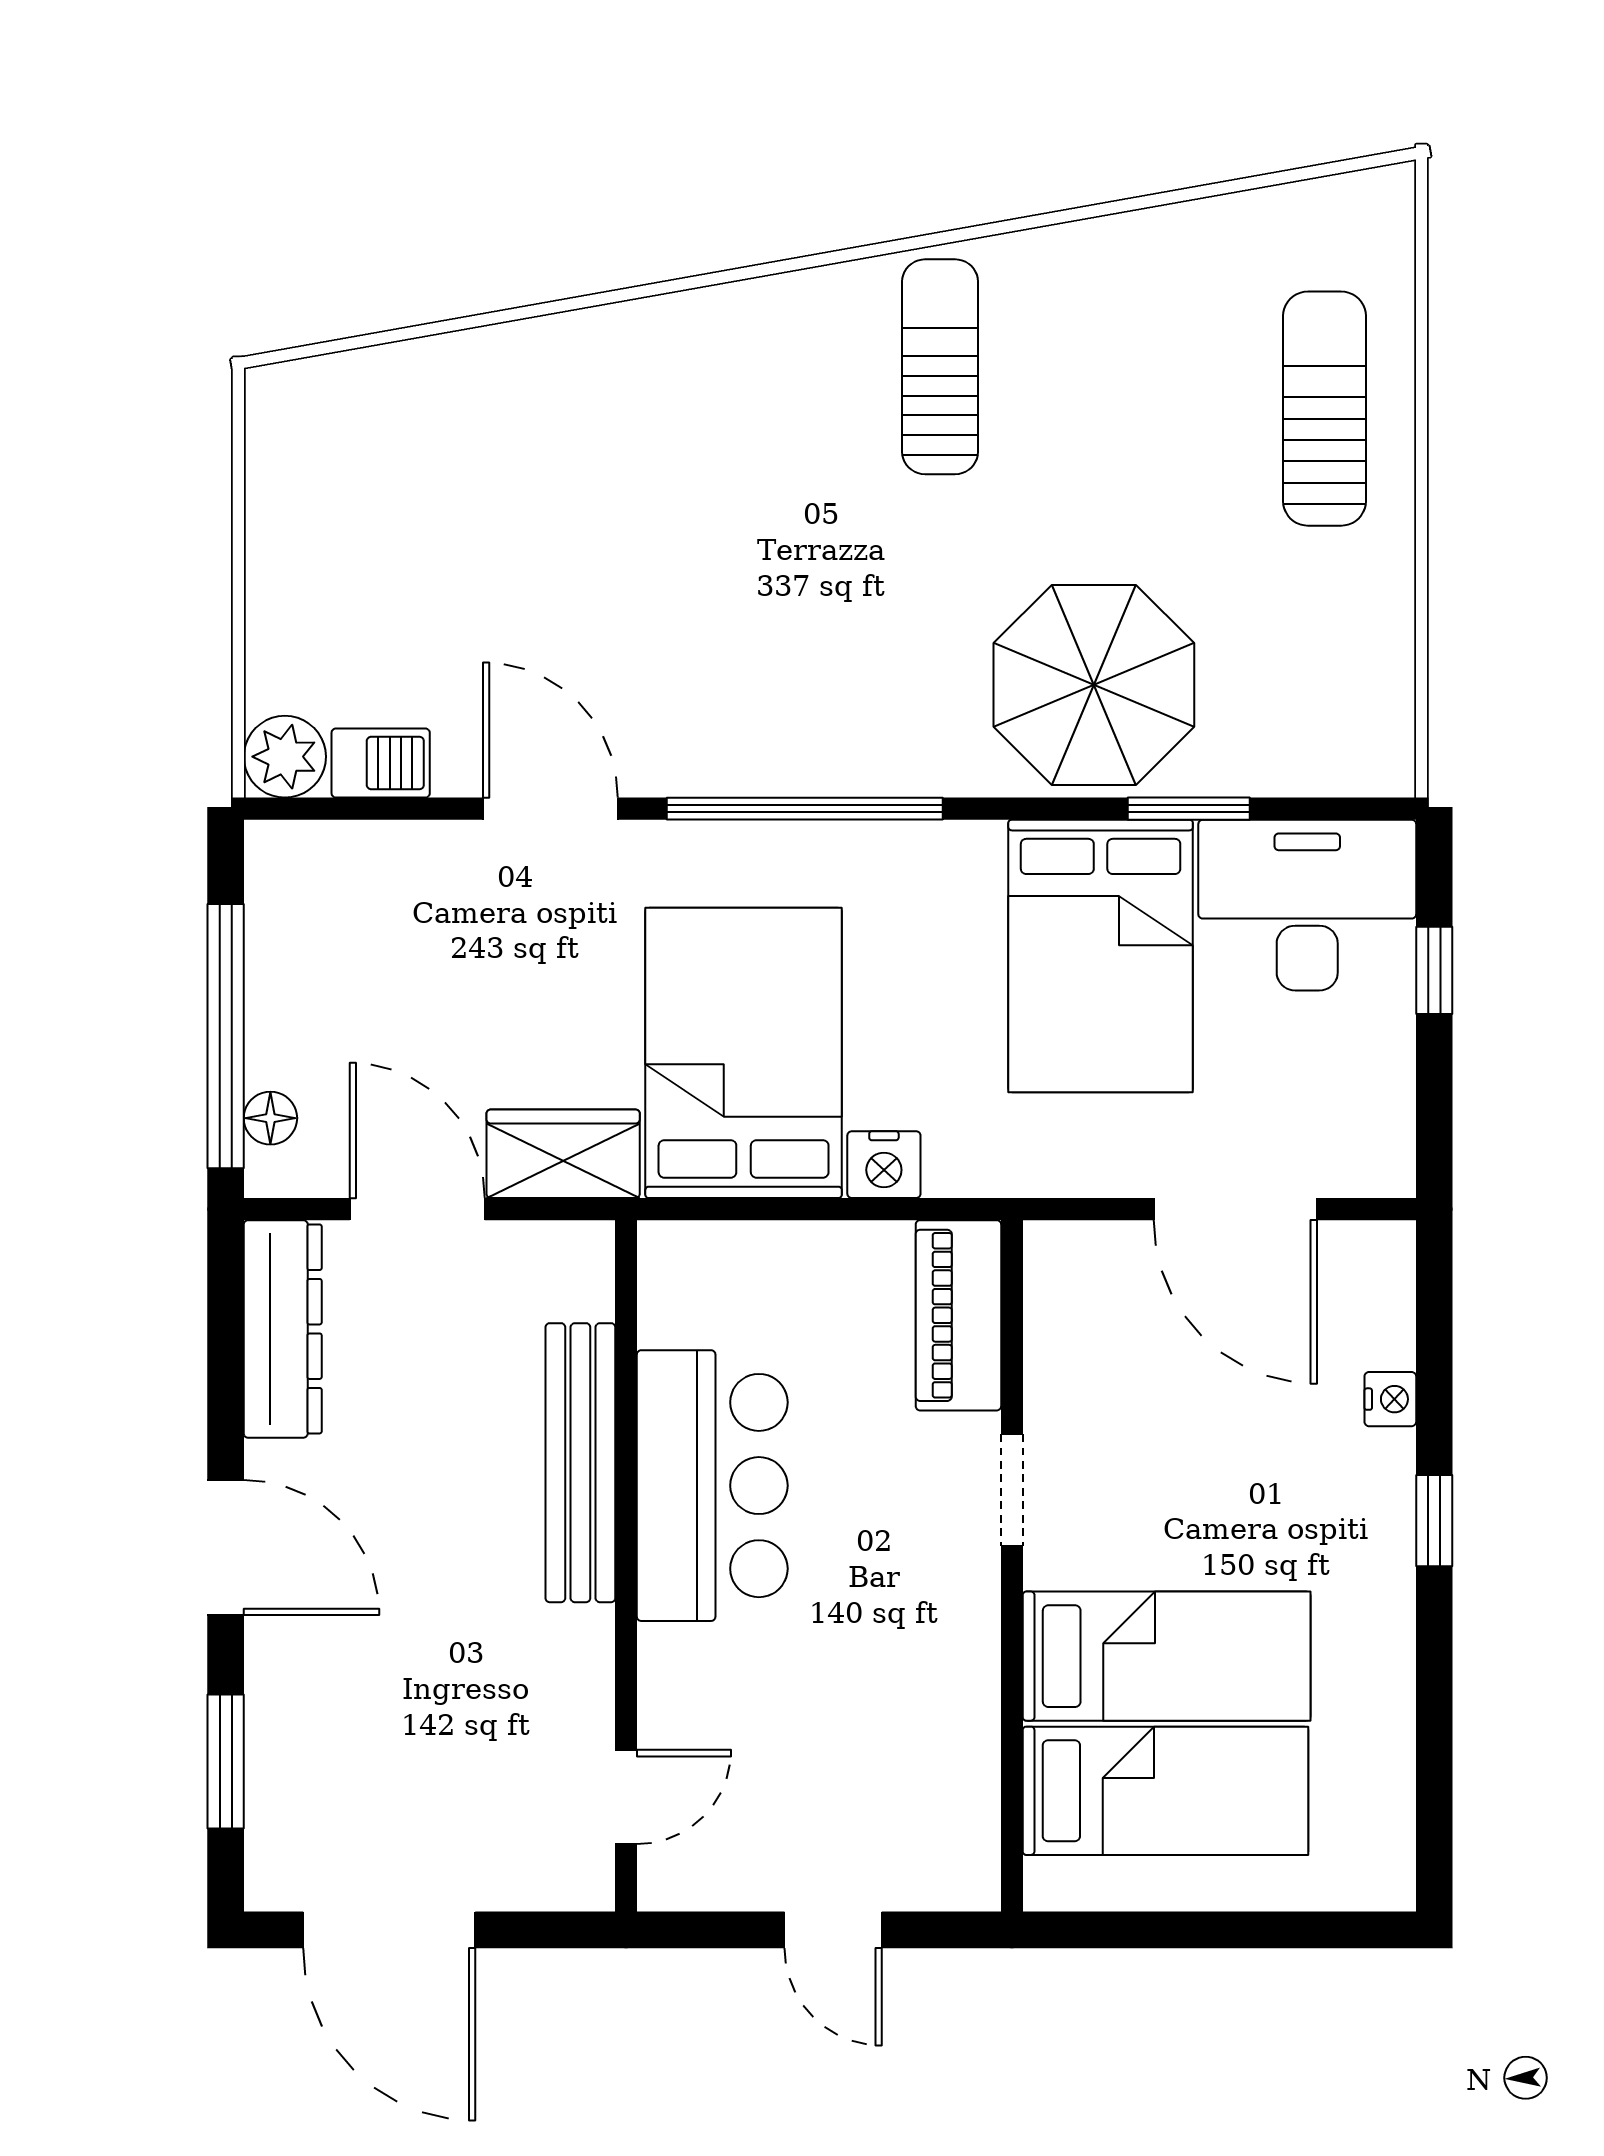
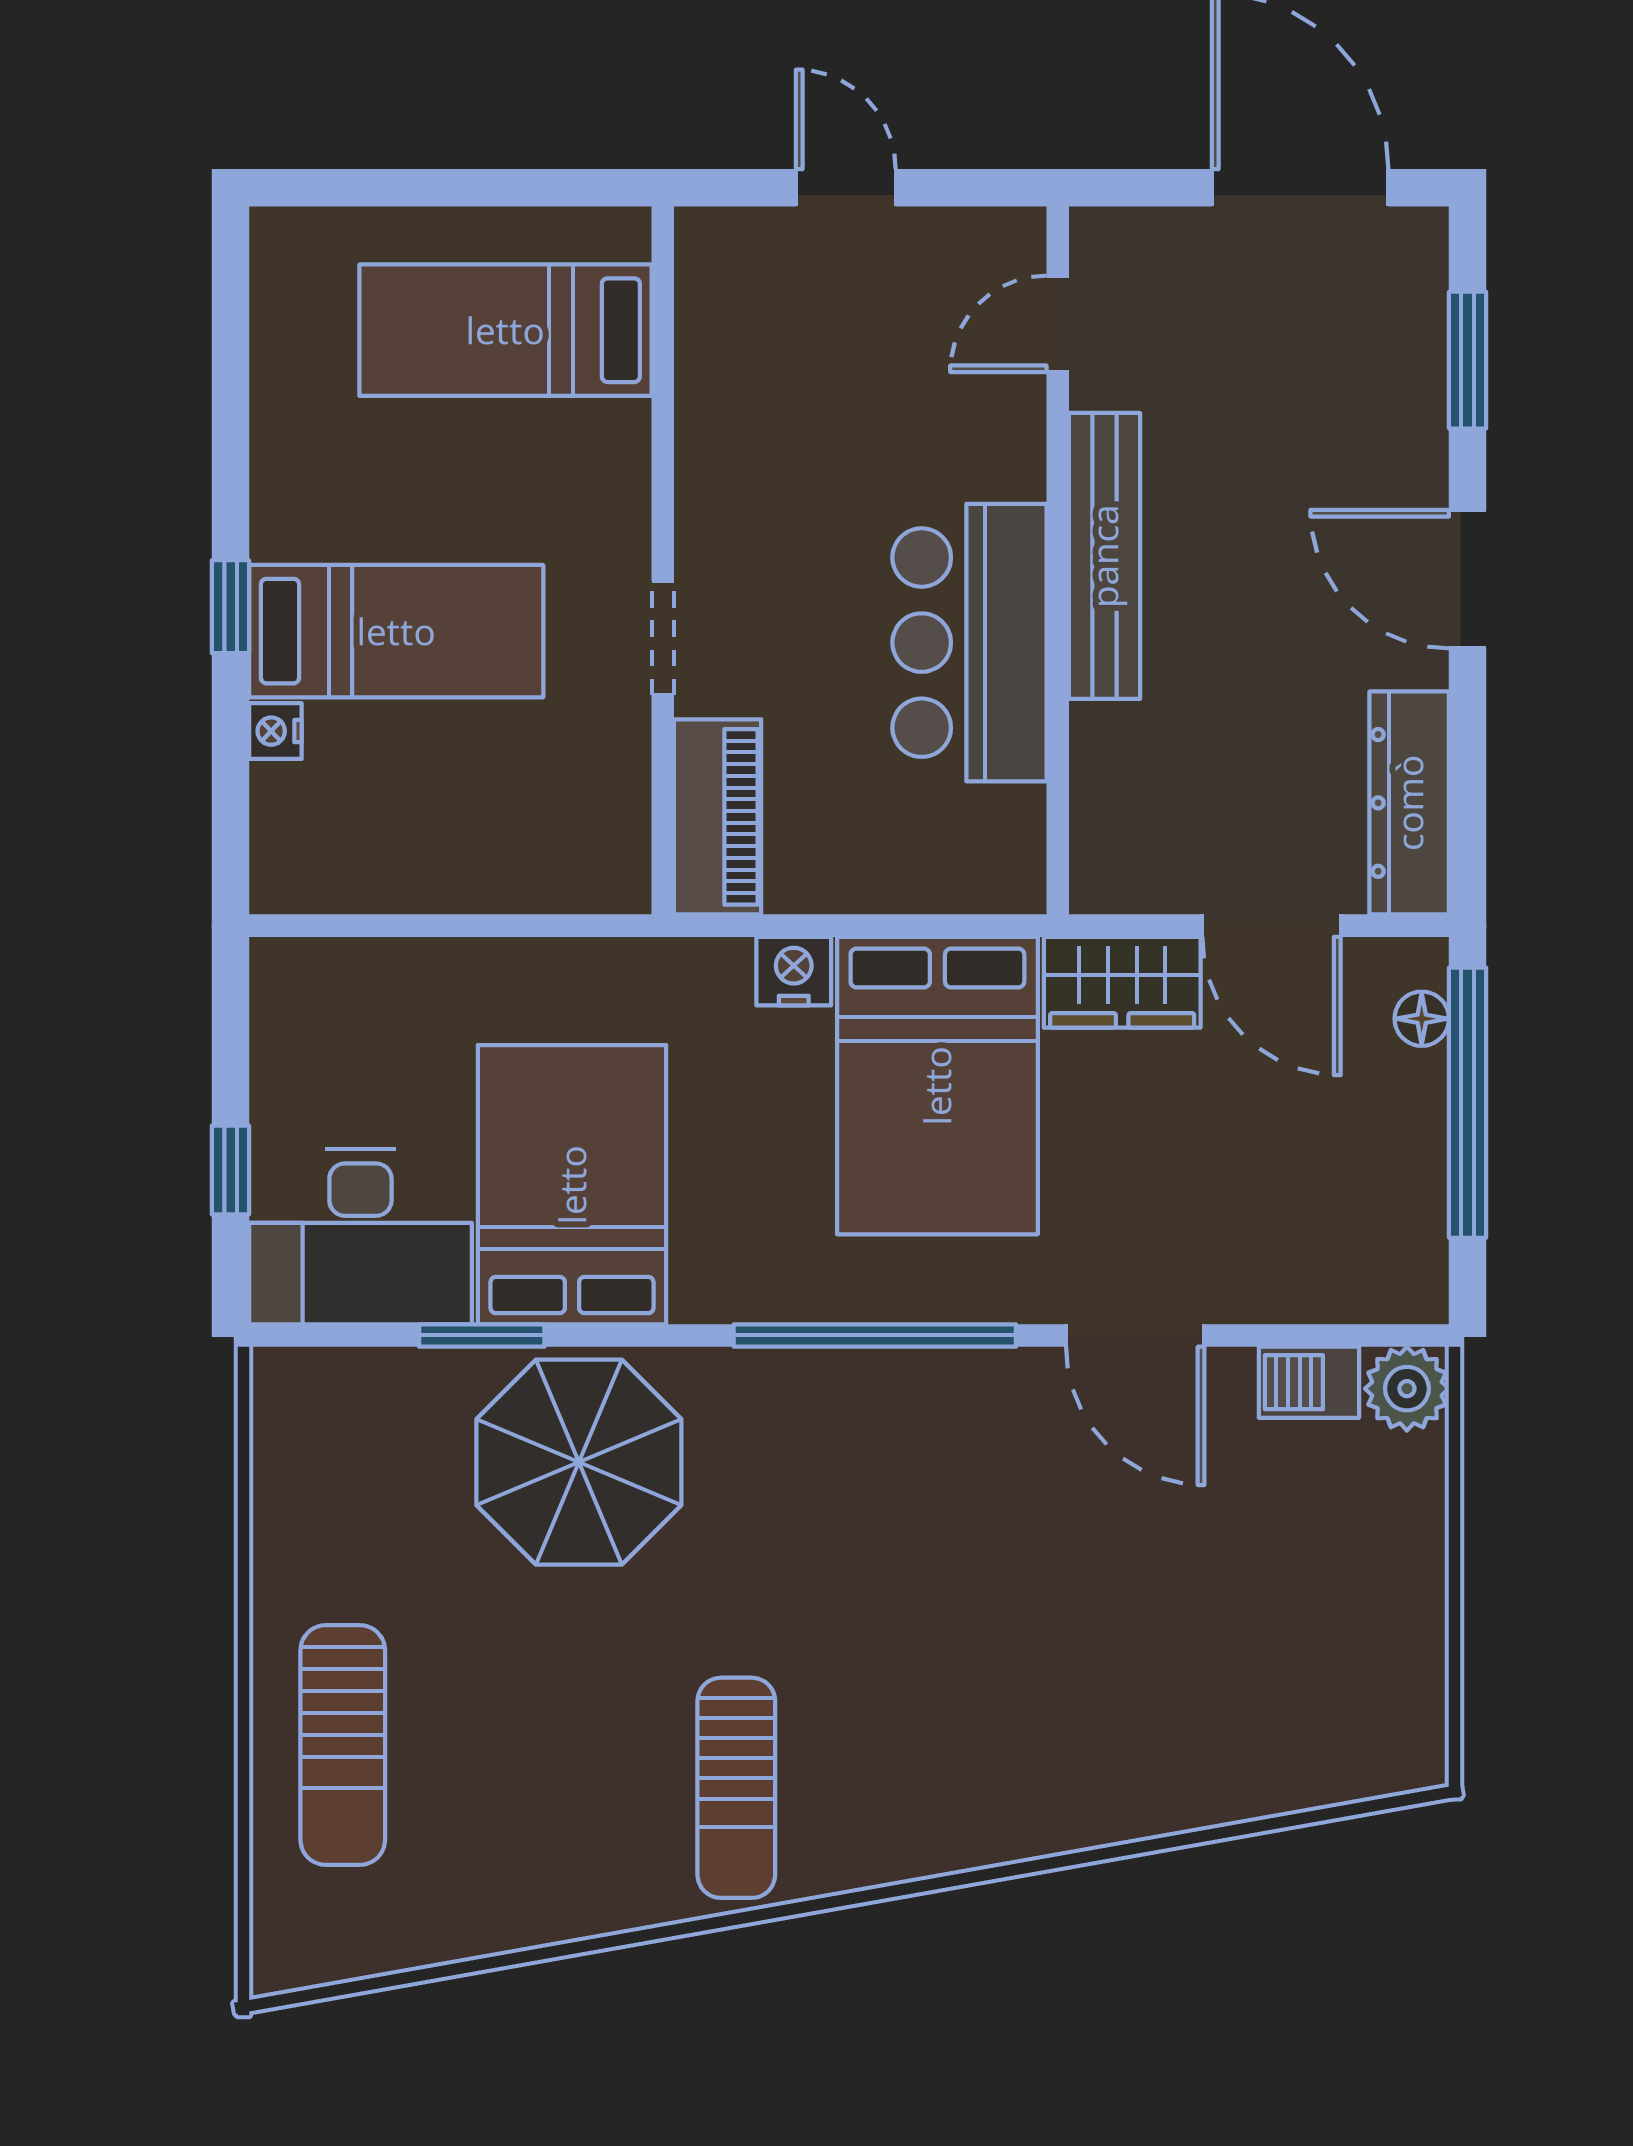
door: (1235, 1209) -> (434, 926), removed
bench: (580, 1463) -> (1104, 556), moved
bed: (1167, 1656) -> (396, 631), moved, turned 180

